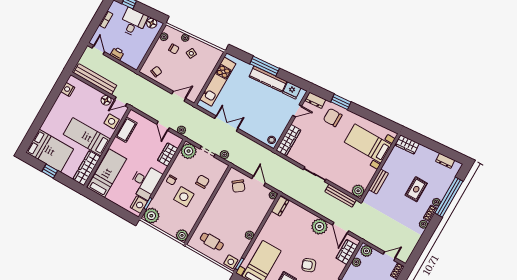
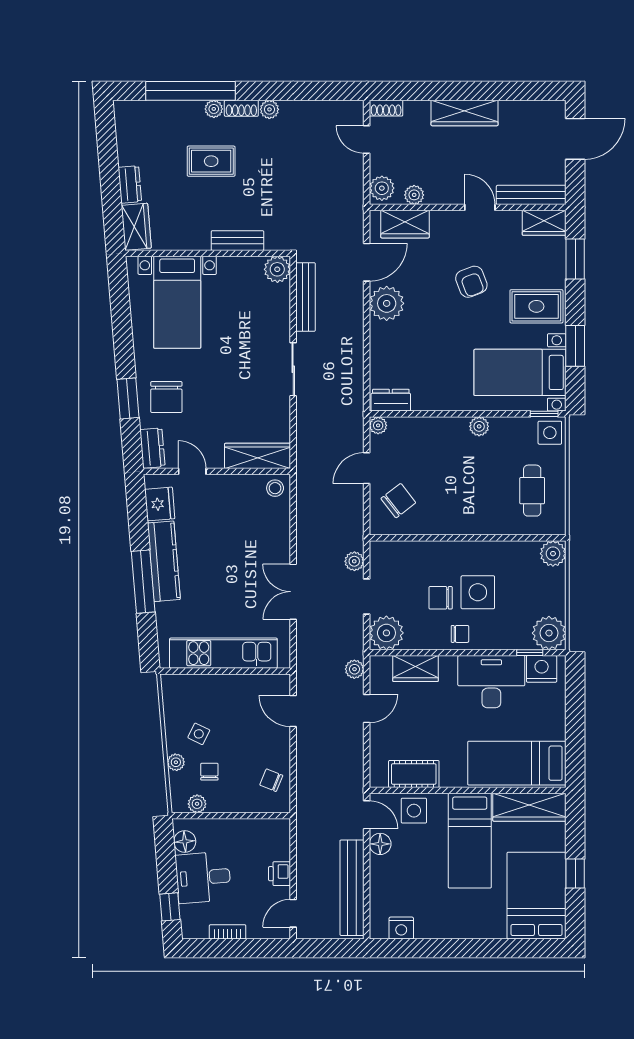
dresser: (445, 161) -> (130, 184), moved
chair: (202, 182) -> (441, 598), moved

